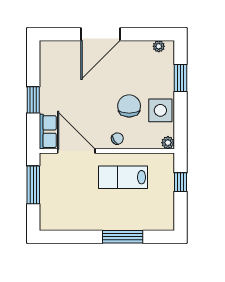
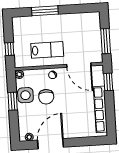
door: (100, 34) -> (51, 144), moved
window: (180, 78) -> (13, 101), moved
window: (33, 100) -> (108, 82), moved
row of seats: (48, 132) -> (100, 109), moved, width x2.02

